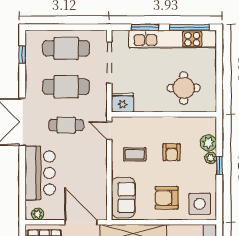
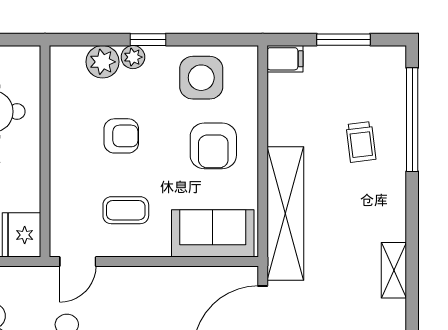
coffee table: (135, 154) -> (126, 210), turned 90
side table: (200, 204) -> (201, 78), moved

